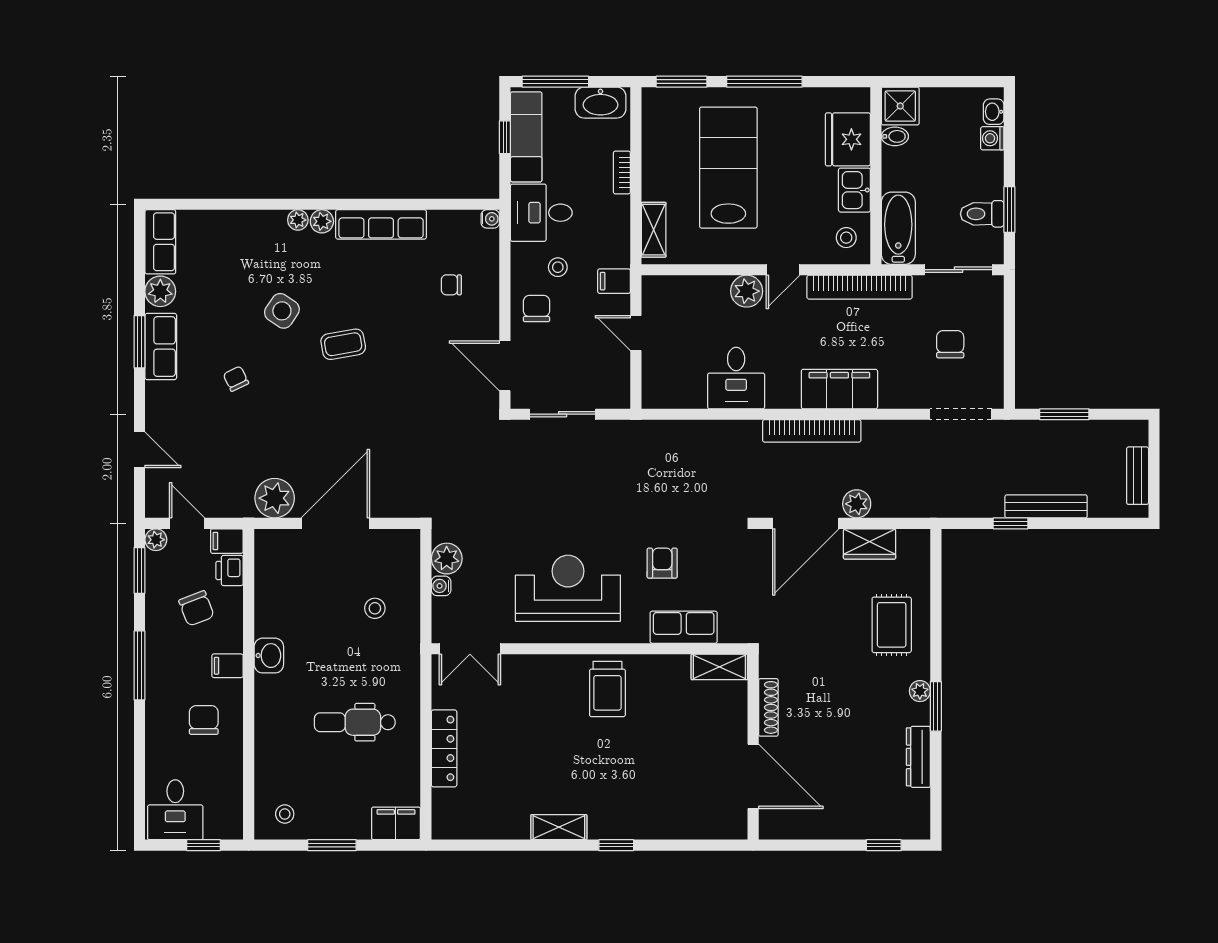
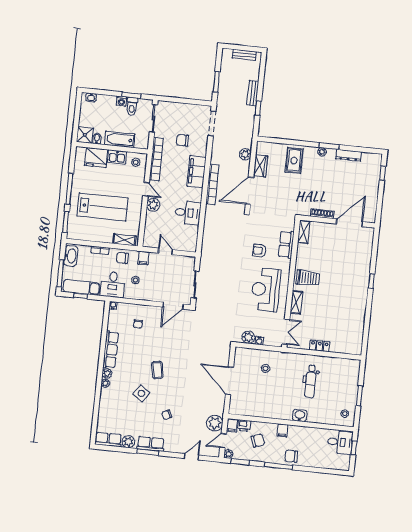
washing machine: (992, 138) -> (121, 101), moved
lab bench: (728, 168) -> (102, 207), turned 180
bathtub: (898, 228) -> (120, 139), moved
chair: (537, 308) -> (122, 258), moved
door: (636, 333) -> (165, 251), swing flipped
chair: (950, 344) -> (183, 140), moved
plant: (275, 498) -> (215, 423), moved
plant: (857, 504) -> (245, 154), moved
bench: (1046, 506) -> (253, 93), width x0.73
door: (806, 523) -> (249, 191), swing flipped
rug: (892, 625) -> (294, 160), turned 90
washbasin: (269, 656) -> (300, 415), moved
chair: (204, 720) -> (291, 456), moved
locker: (444, 748) -> (320, 346), width x0.66
desk: (175, 810) -> (340, 442), moved
filing cabinet: (396, 823) -> (353, 369), removed
shelving: (559, 827) -> (296, 302), moved

